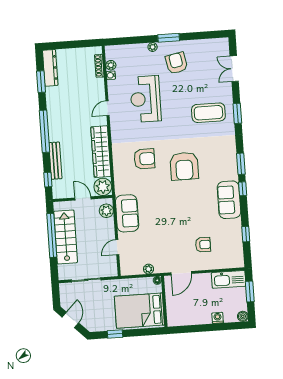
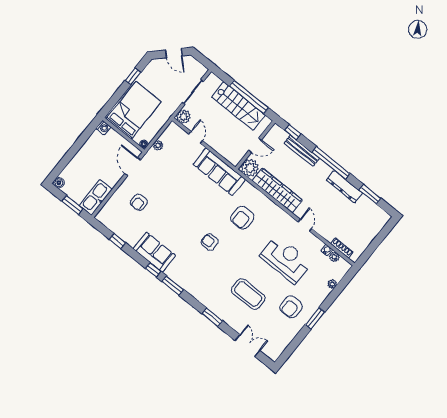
plant: (153, 47) -> (332, 284), moved
armchair: (176, 63) -> (291, 307), turned 101
dresser: (50, 68) -> (344, 187), moved
coffee table: (208, 113) -> (248, 294), moved, turned 90
armchair: (184, 166) -> (210, 242), width x0.53, depth x0.53
plant: (106, 211) -> (184, 117), moved
sofa: (127, 213) -> (219, 172), width x1.36
washing machine: (218, 318) -> (103, 128), moved

